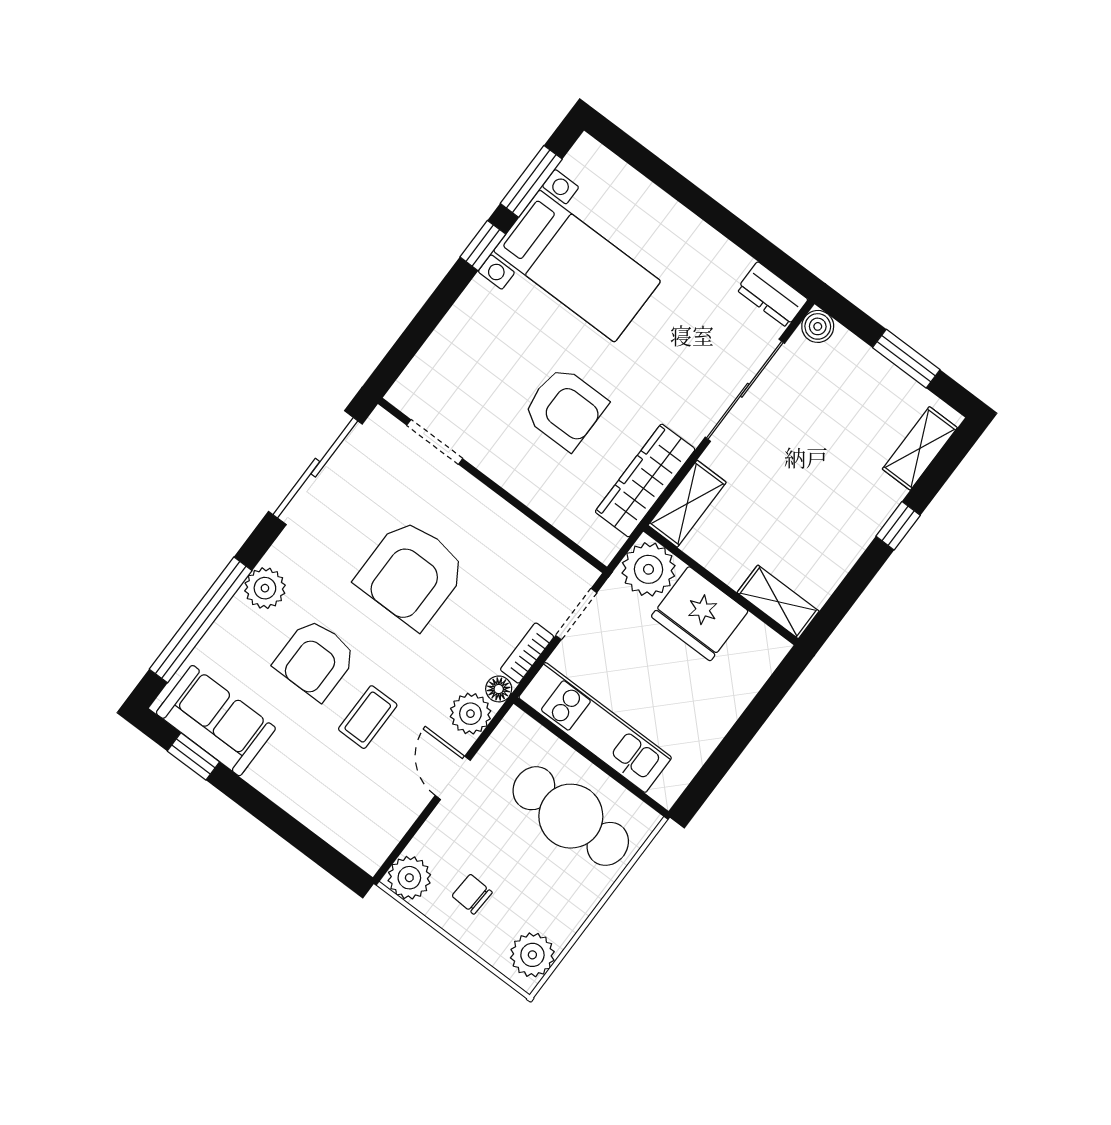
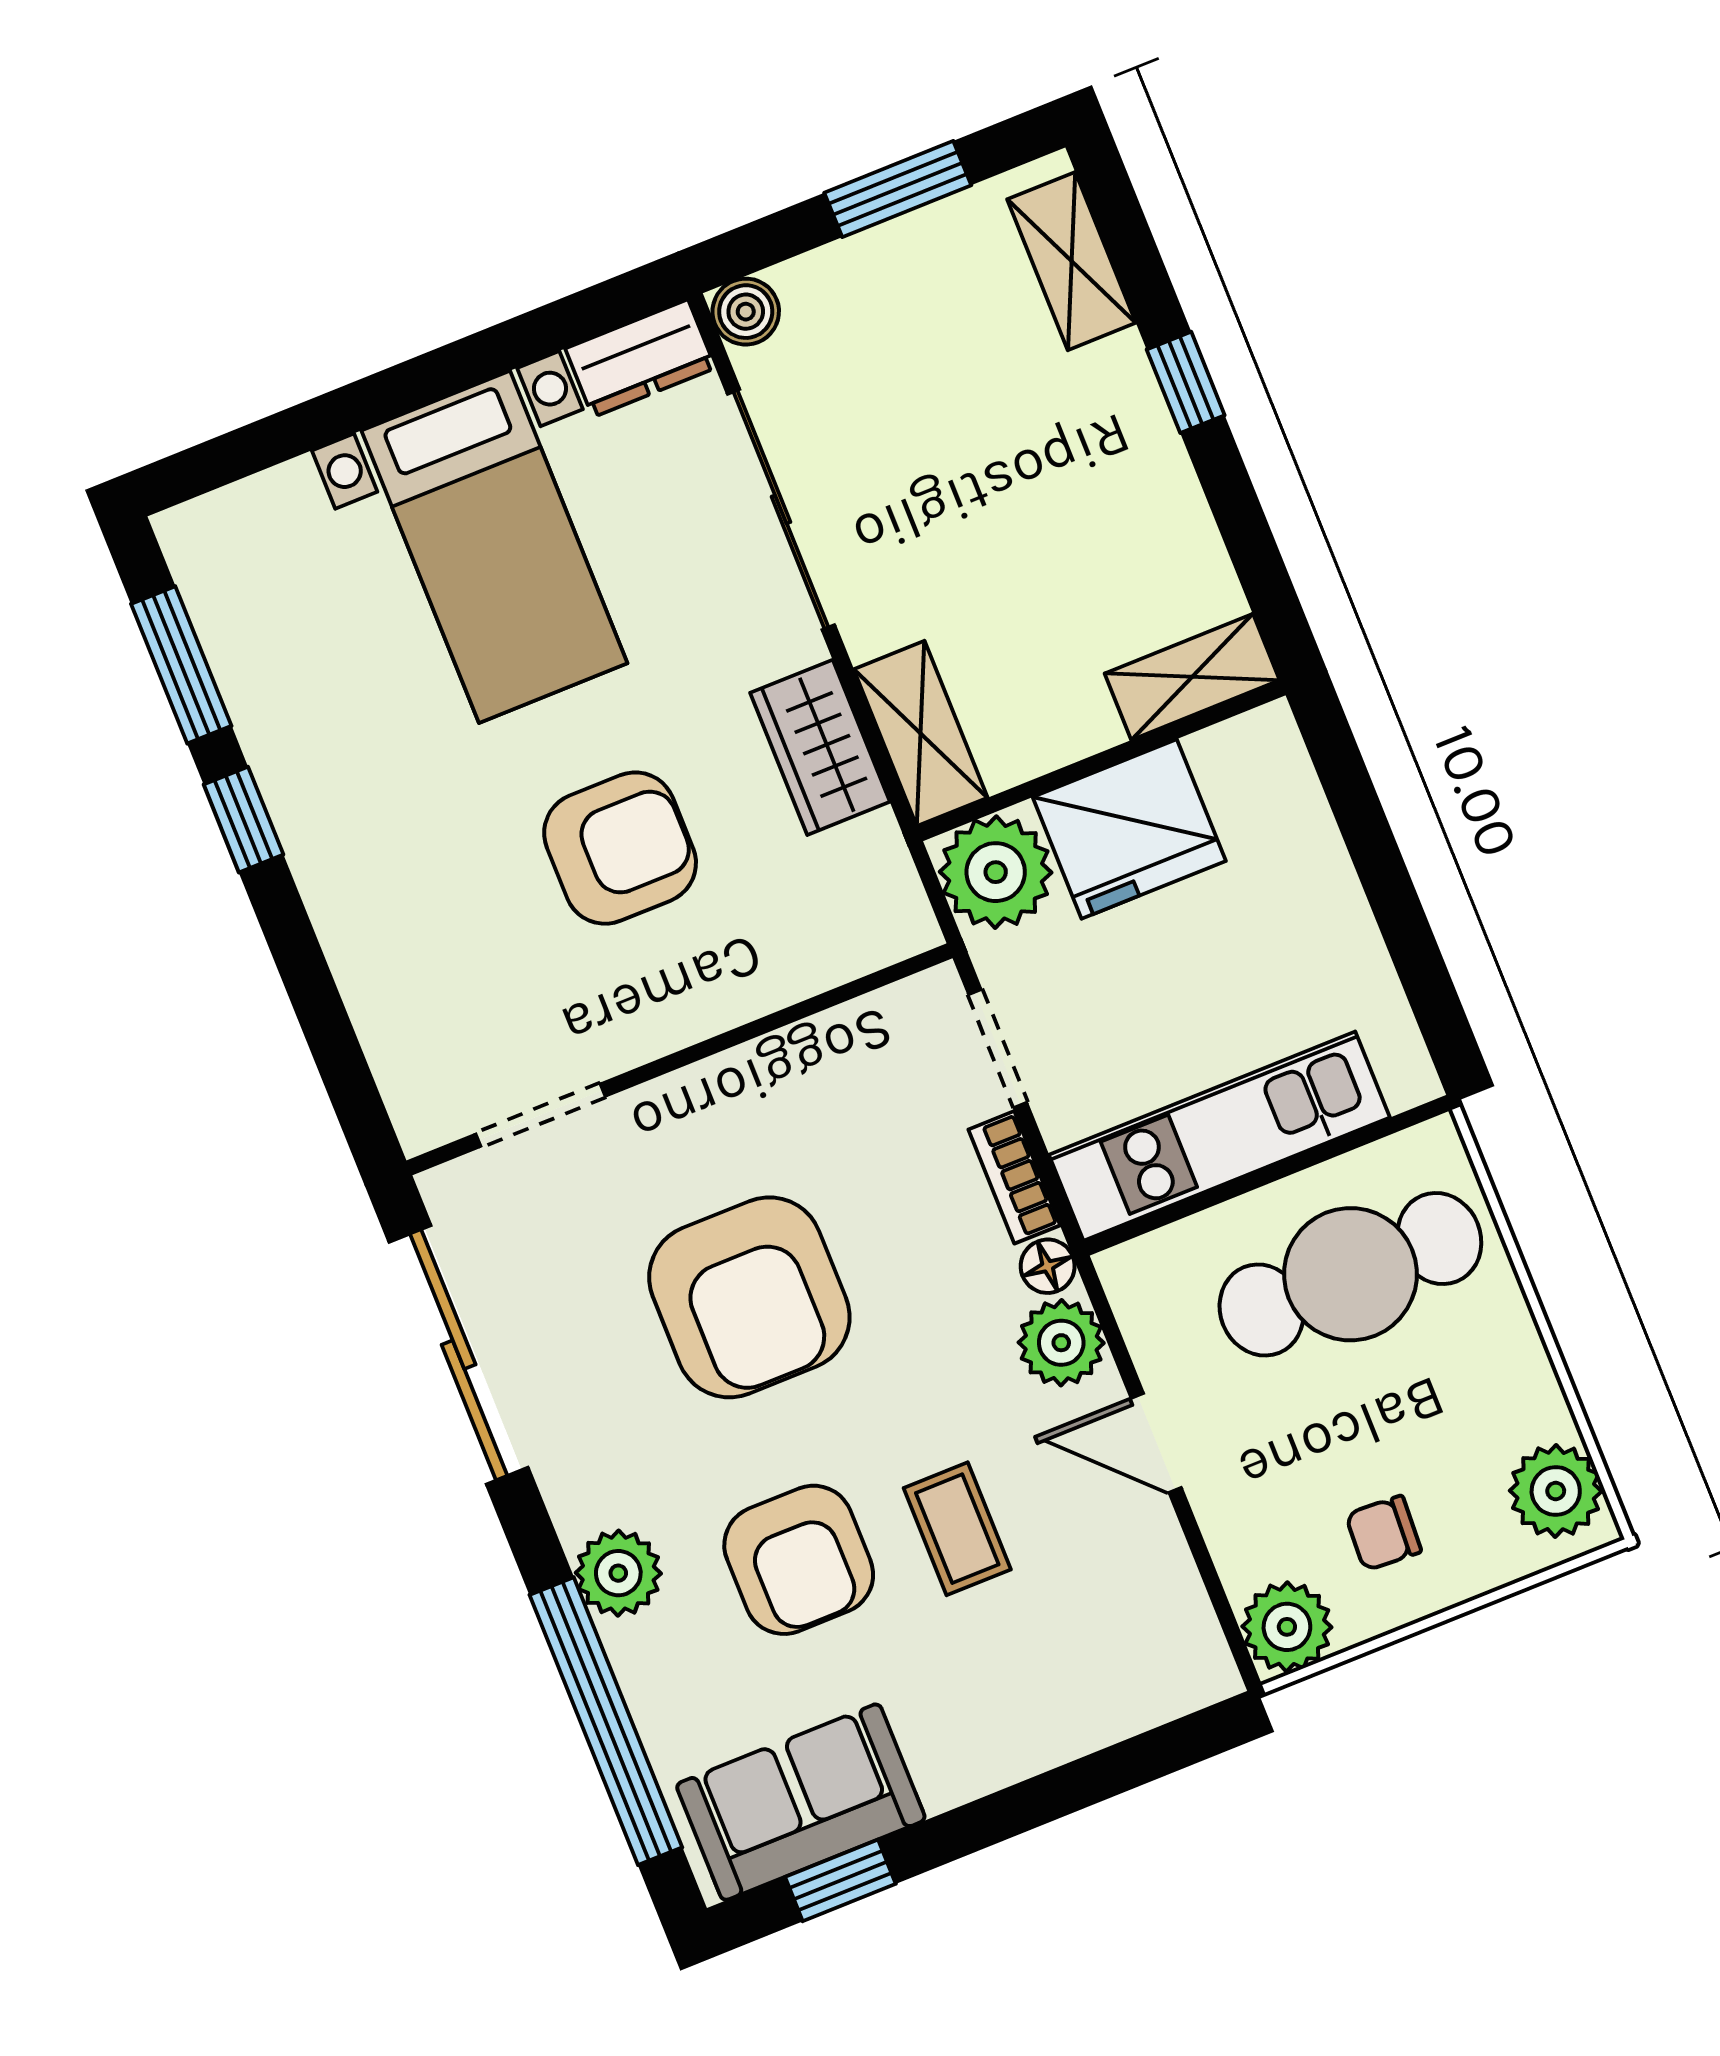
bed with nightstands: (577, 266) -> (494, 547), moved, turned 90
wardrobe: (645, 480) -> (820, 747), width x0.67

